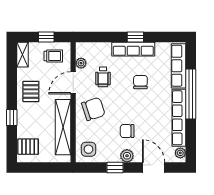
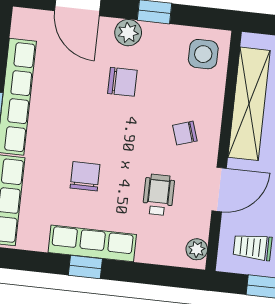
plant: (81, 63) -> (197, 249), moved
chair: (140, 82) -> (85, 176), turned 180
chair: (93, 109) -> (185, 133), width x0.54, depth x0.54
plant: (180, 153) -> (21, 27), removed

